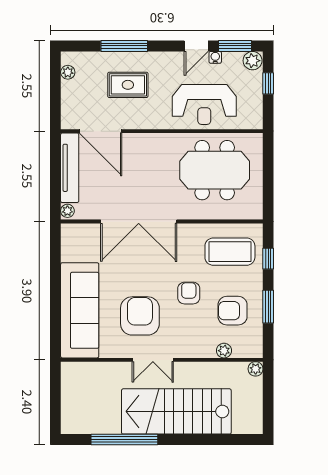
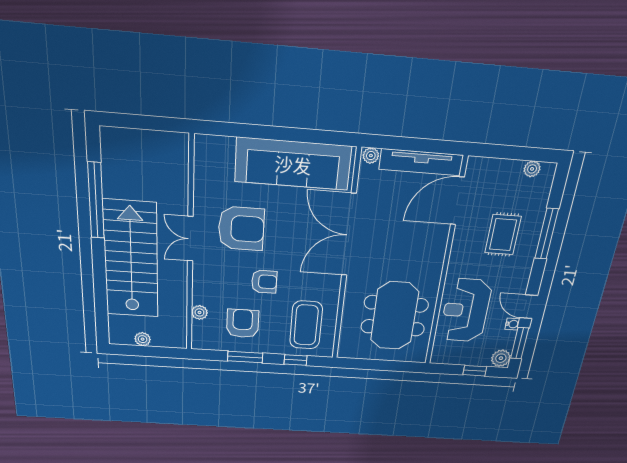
sofa: (80, 310) -> (293, 164), moved
plant: (256, 369) -> (143, 339), moved

